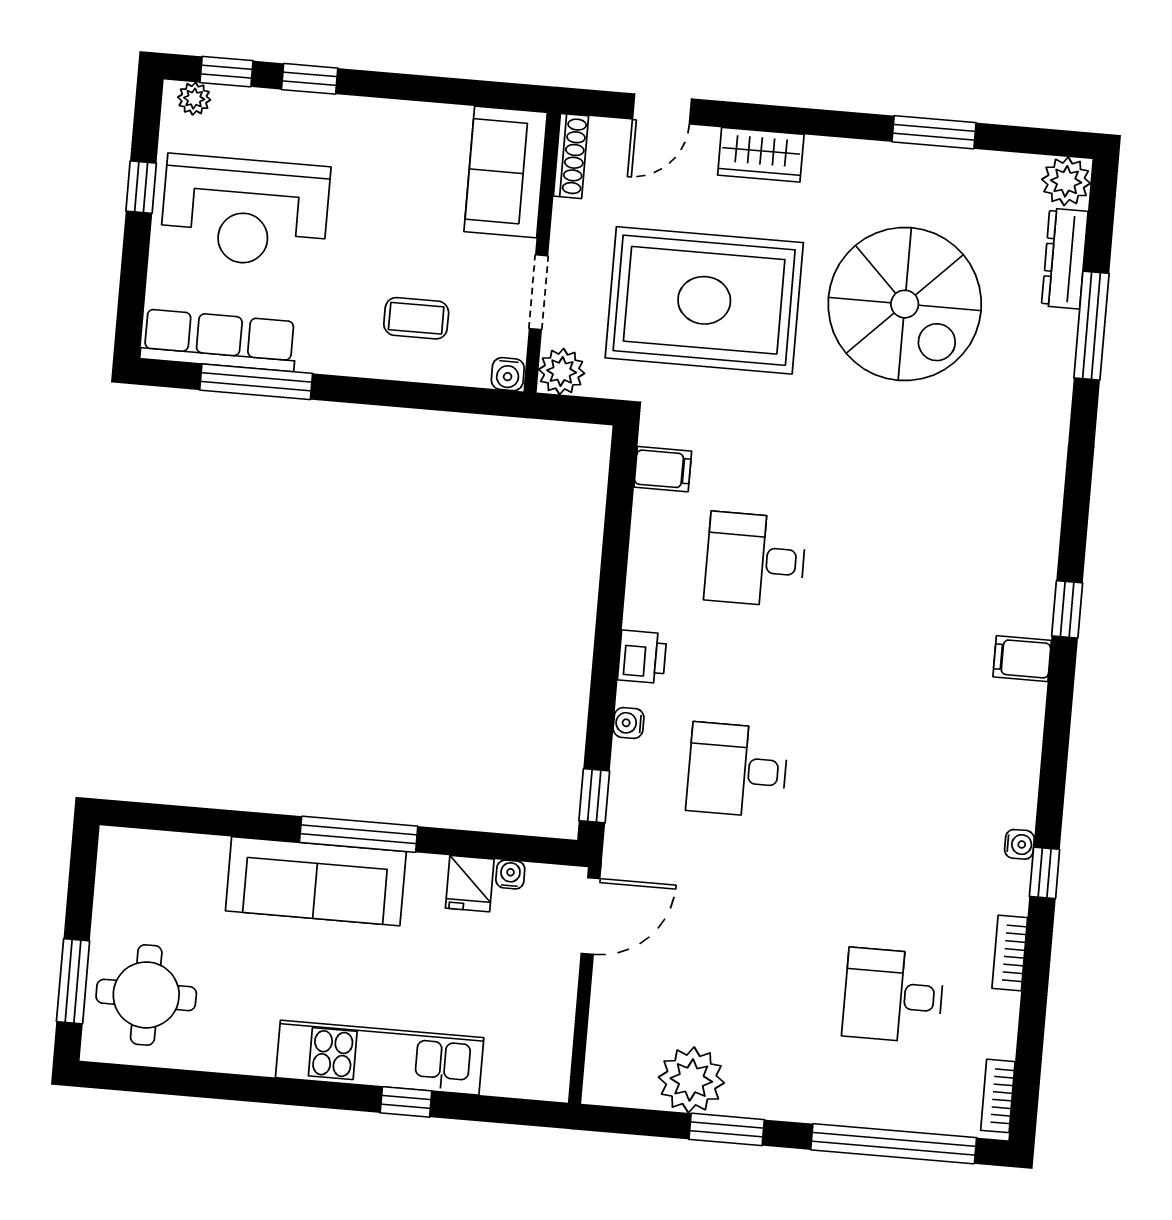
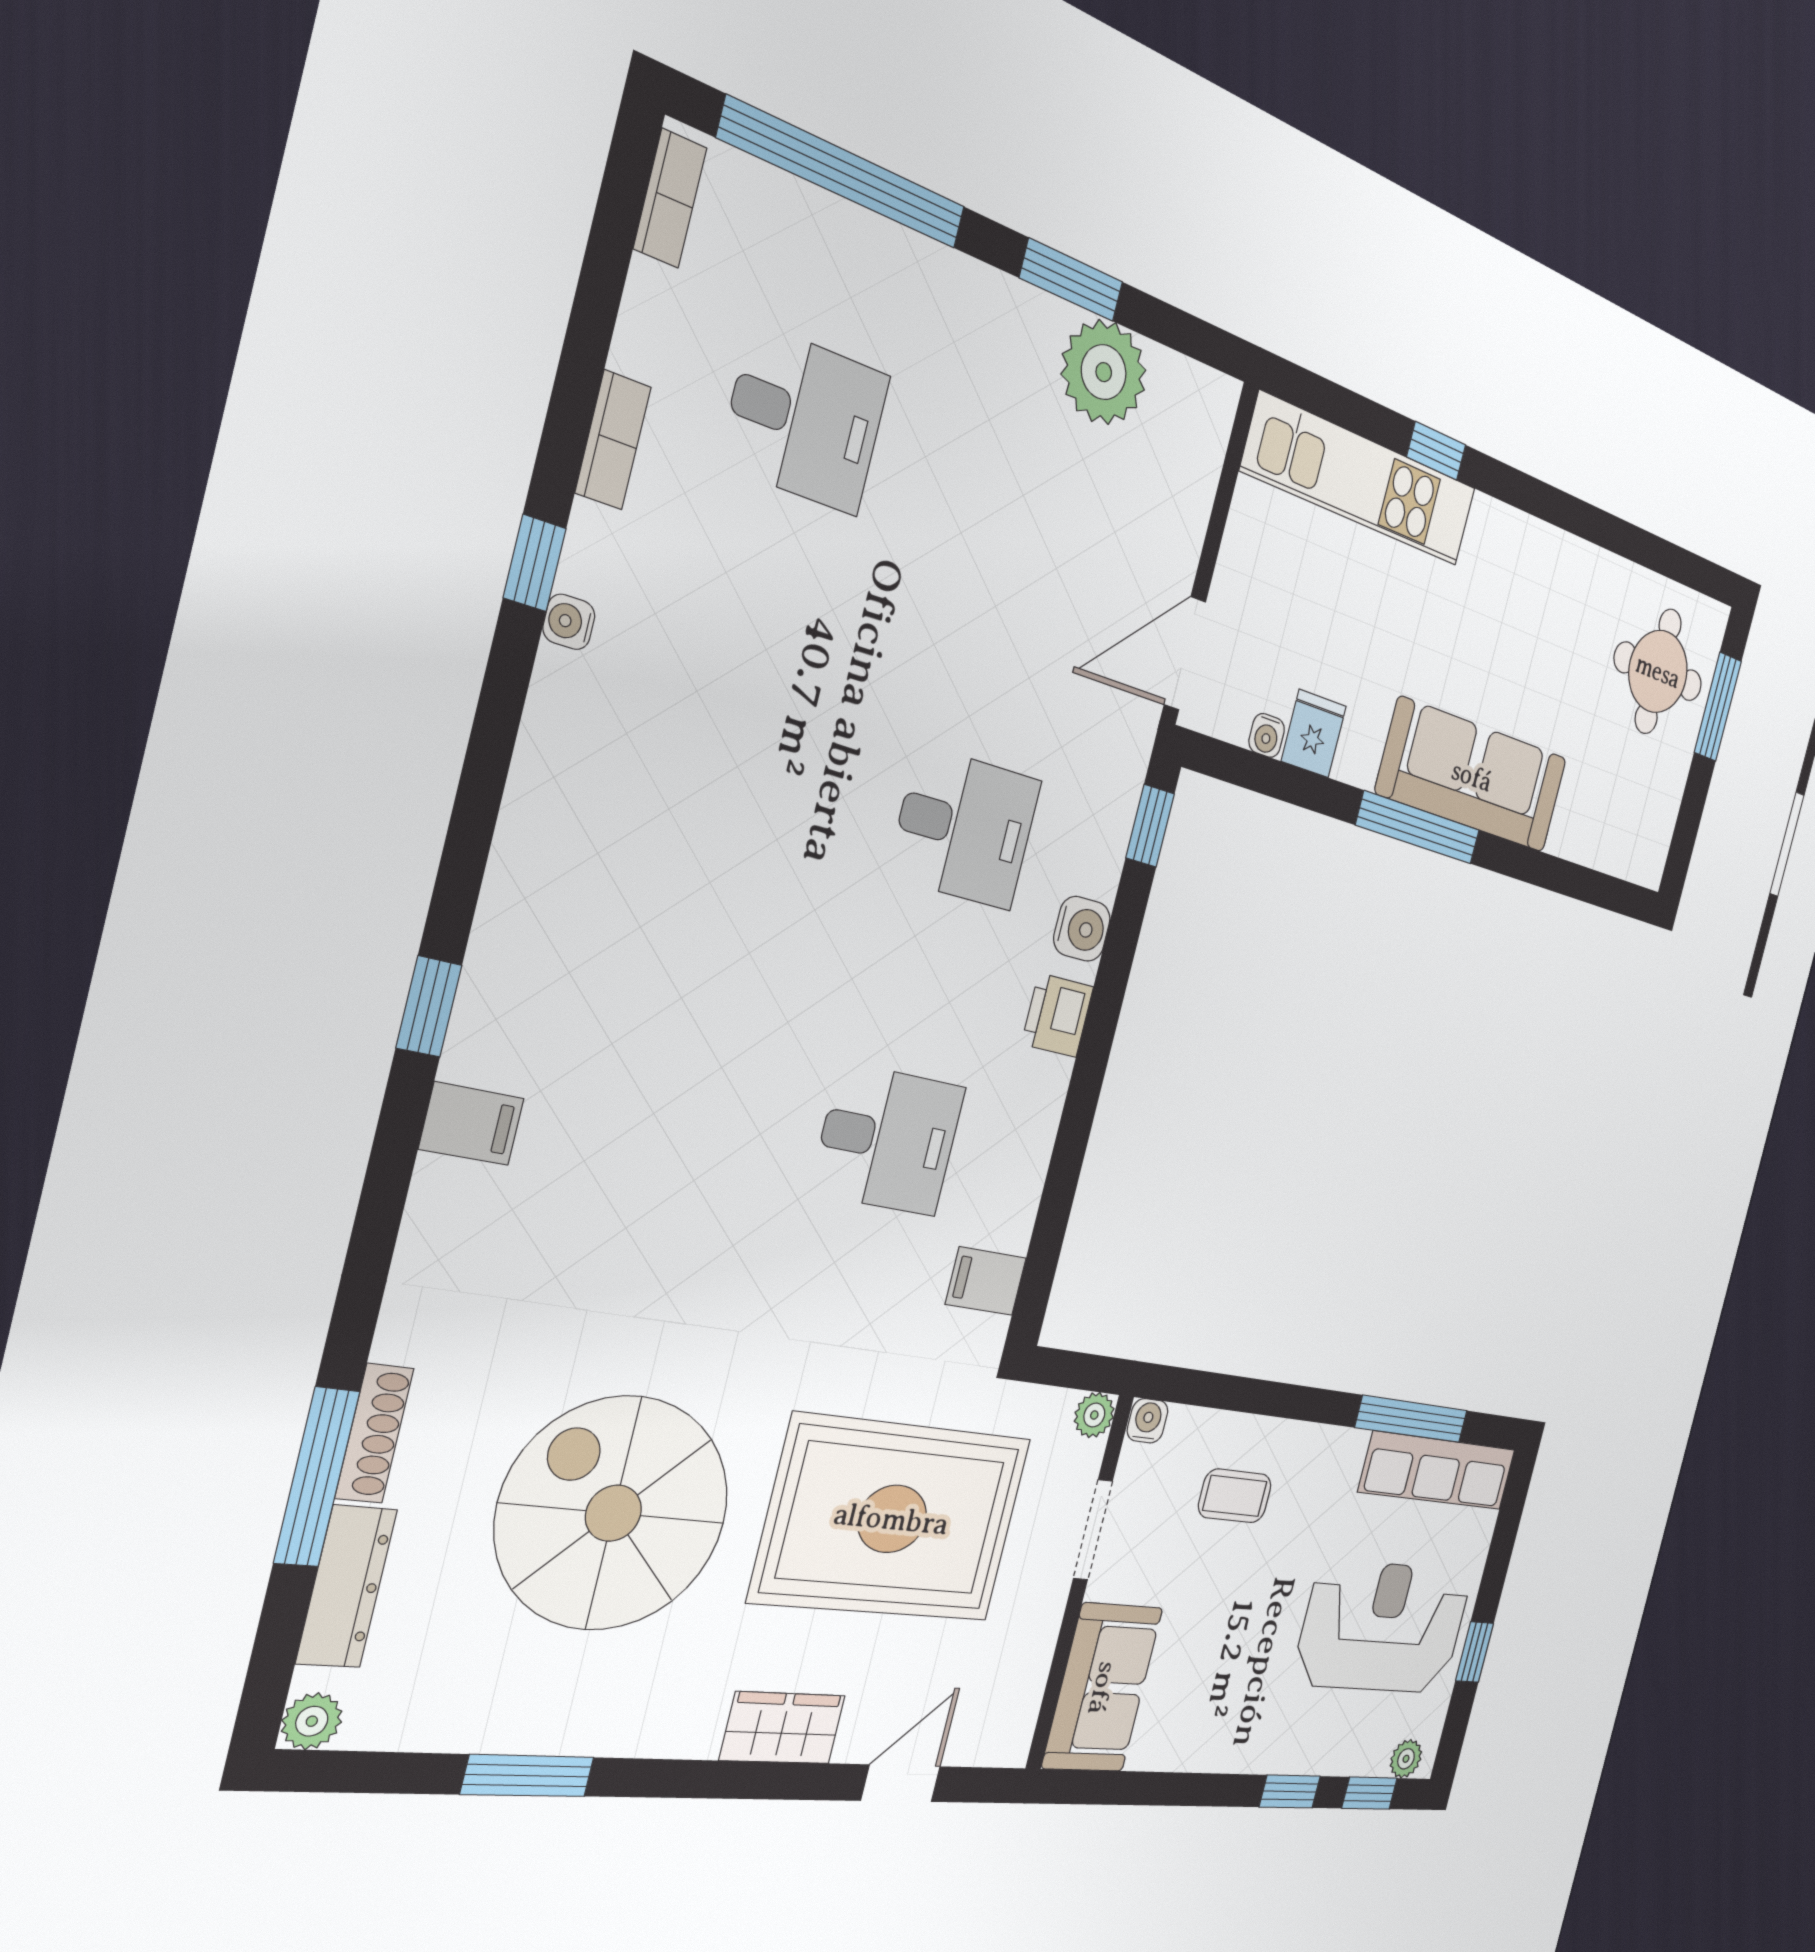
shoe rack: (571, 156) -> (374, 1433), moved, turned 180
plant: (1066, 181) -> (312, 1721), width x0.73, depth x0.73
plant: (562, 371) -> (1094, 1415), width x0.73, depth x0.73
filing cabinet: (1022, 659) -> (471, 1124), moved
water cooler: (629, 723) -> (1082, 929), width x1.38, depth x1.38
kitchen unit: (380, 1058) -> (1361, 480), moved

